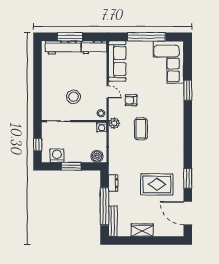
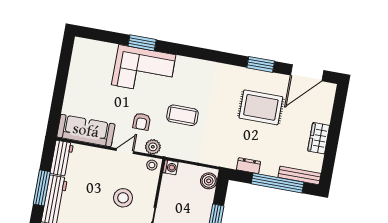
window: (146, 37) -> (60, 85), removed
corner sofa: (169, 62) -> (144, 70), moved
plant: (114, 123) -> (153, 147), moved
rug: (157, 184) -> (261, 107), turned 90

